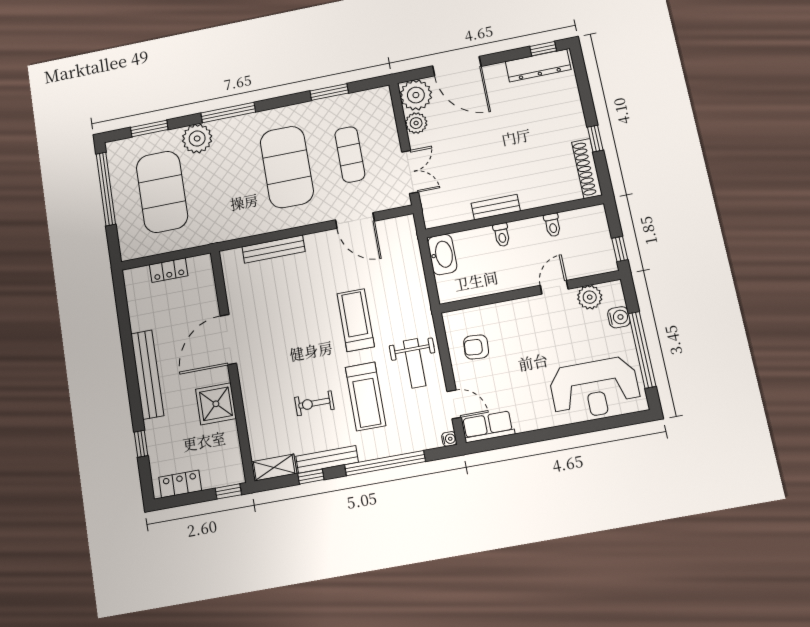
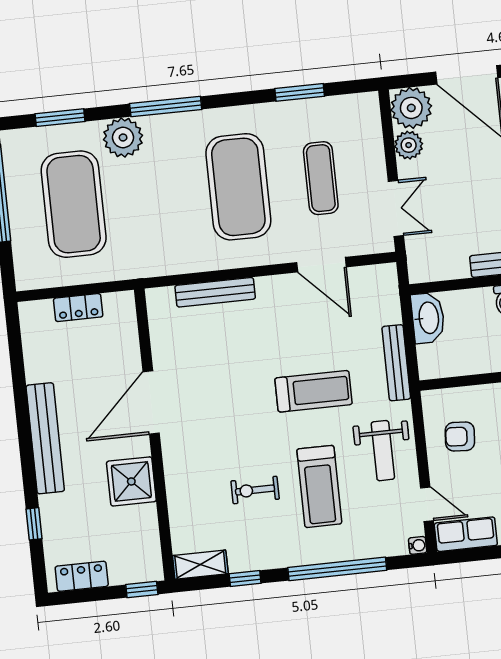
treadmill: (356, 320) -> (314, 391), turned 90
bench: (327, 459) -> (396, 363), moved, turned 90

